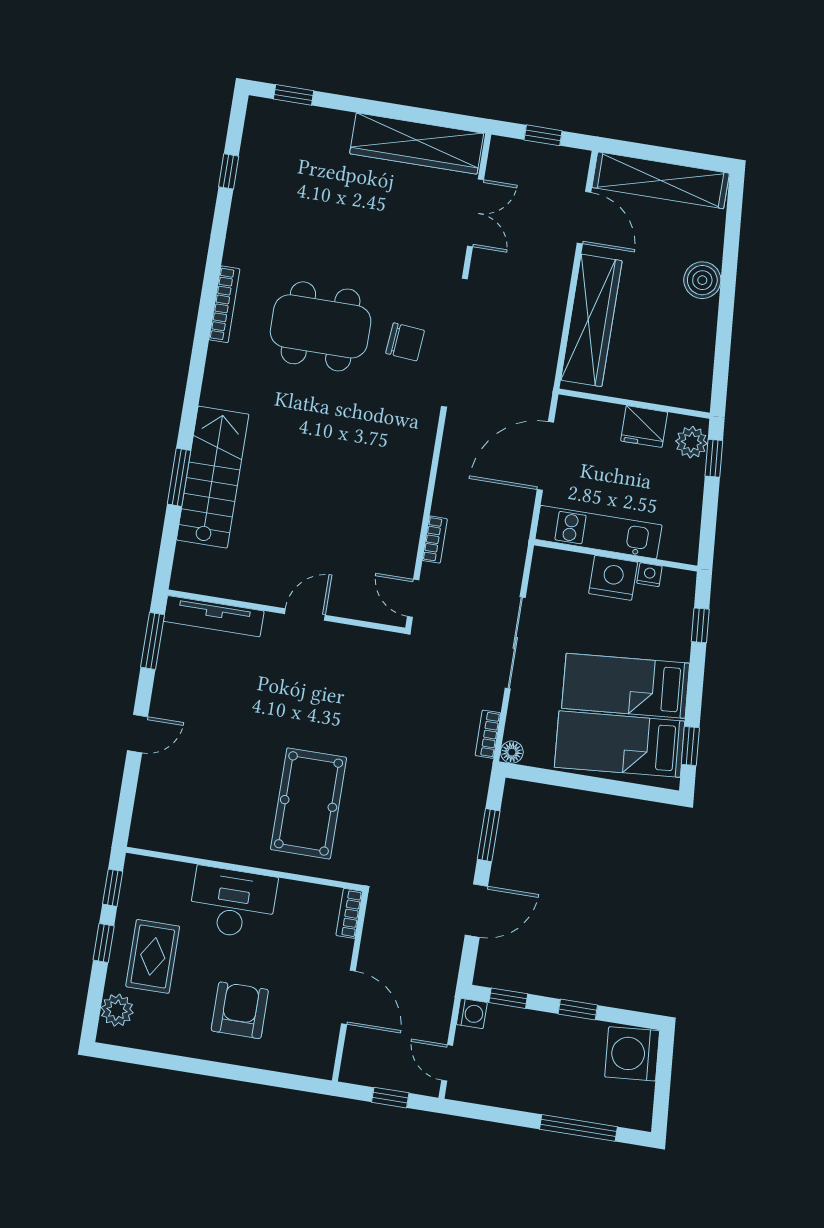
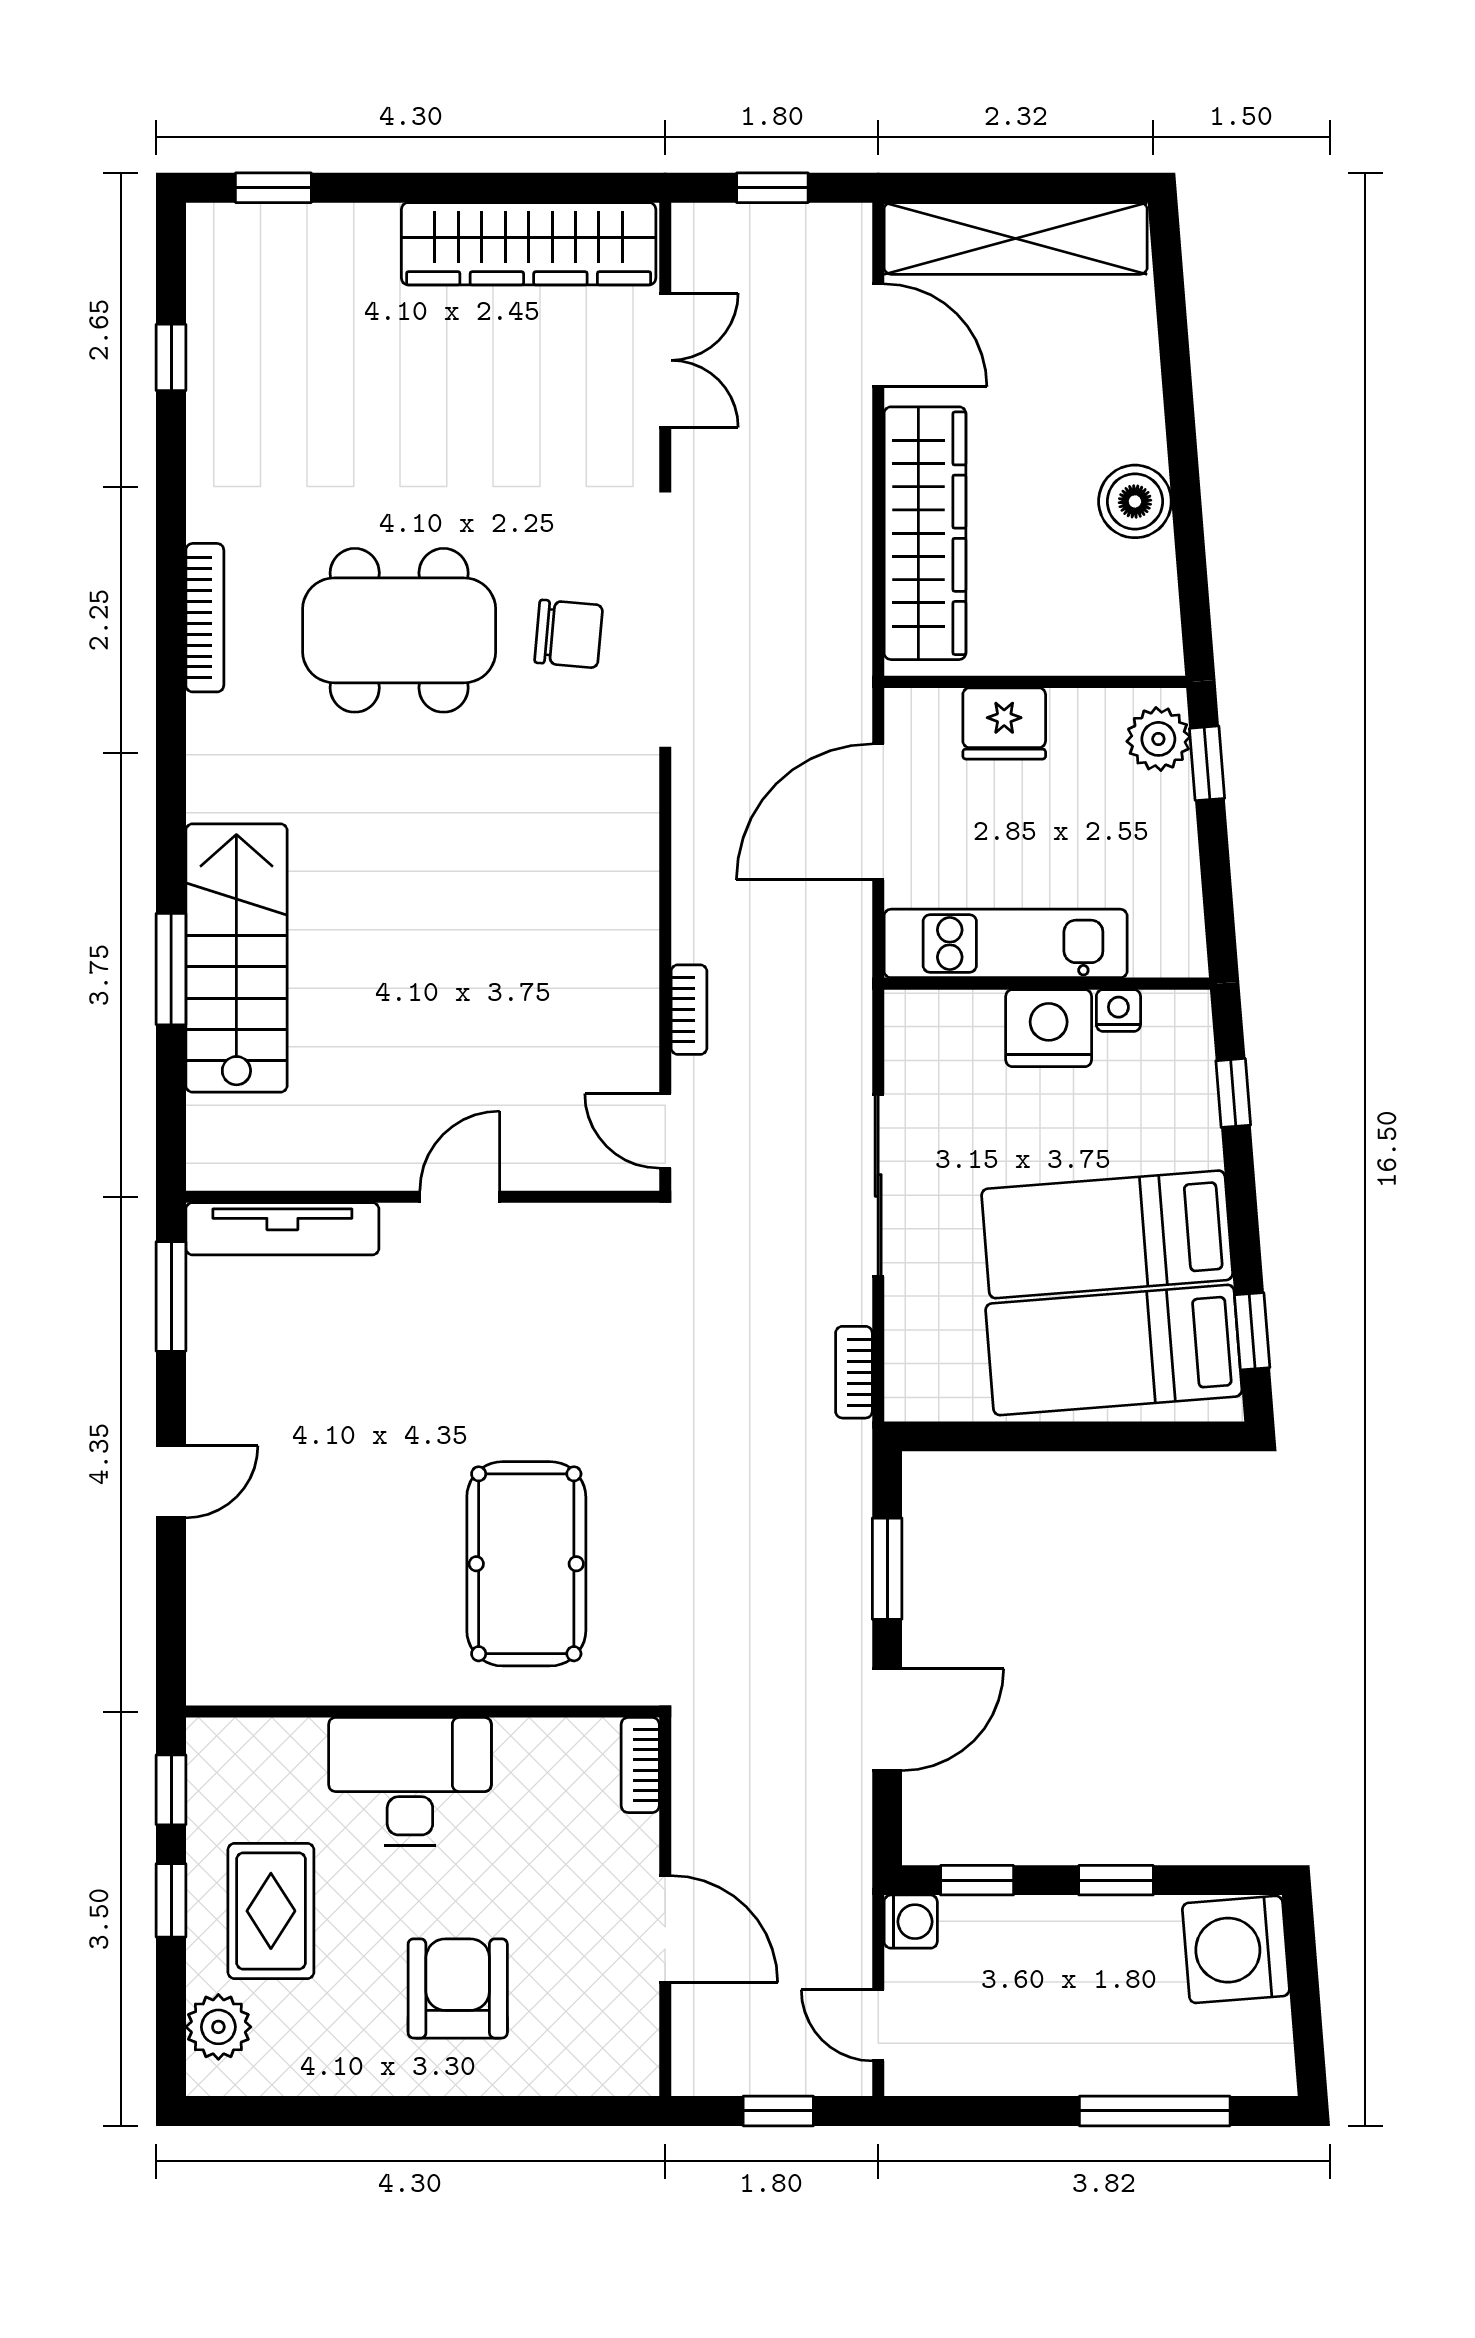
boiler: (702, 280) -> (1135, 501), moved
fridge: (644, 427) -> (1004, 723), moved
floor lamp: (512, 752) -> (906, 1399), removed

